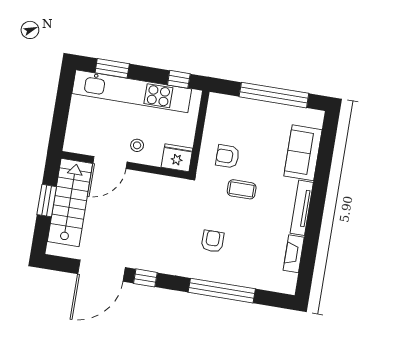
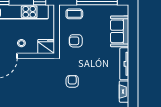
coffee table: (242, 189) -> (74, 14), moved
armchair: (213, 241) -> (72, 81), moved

